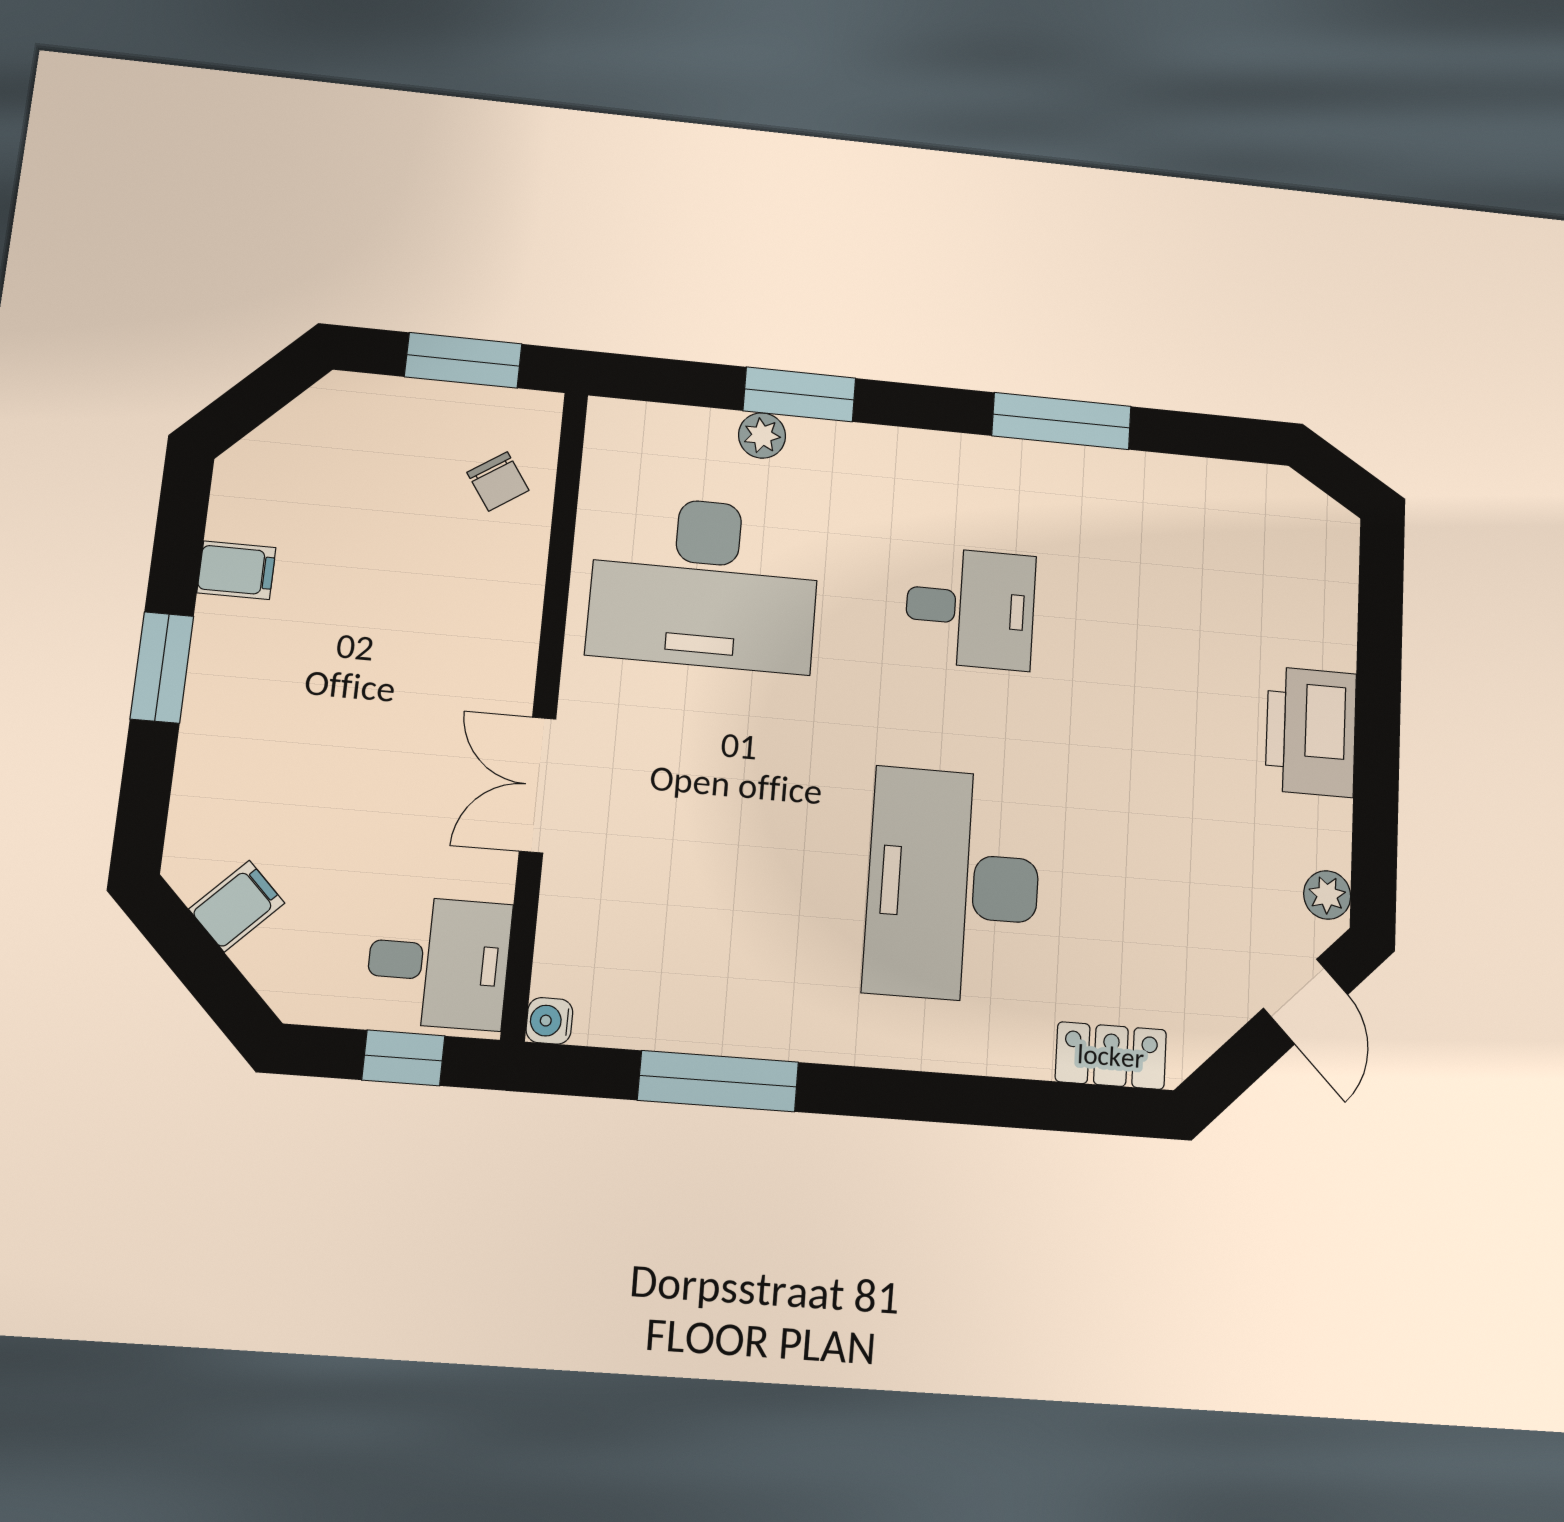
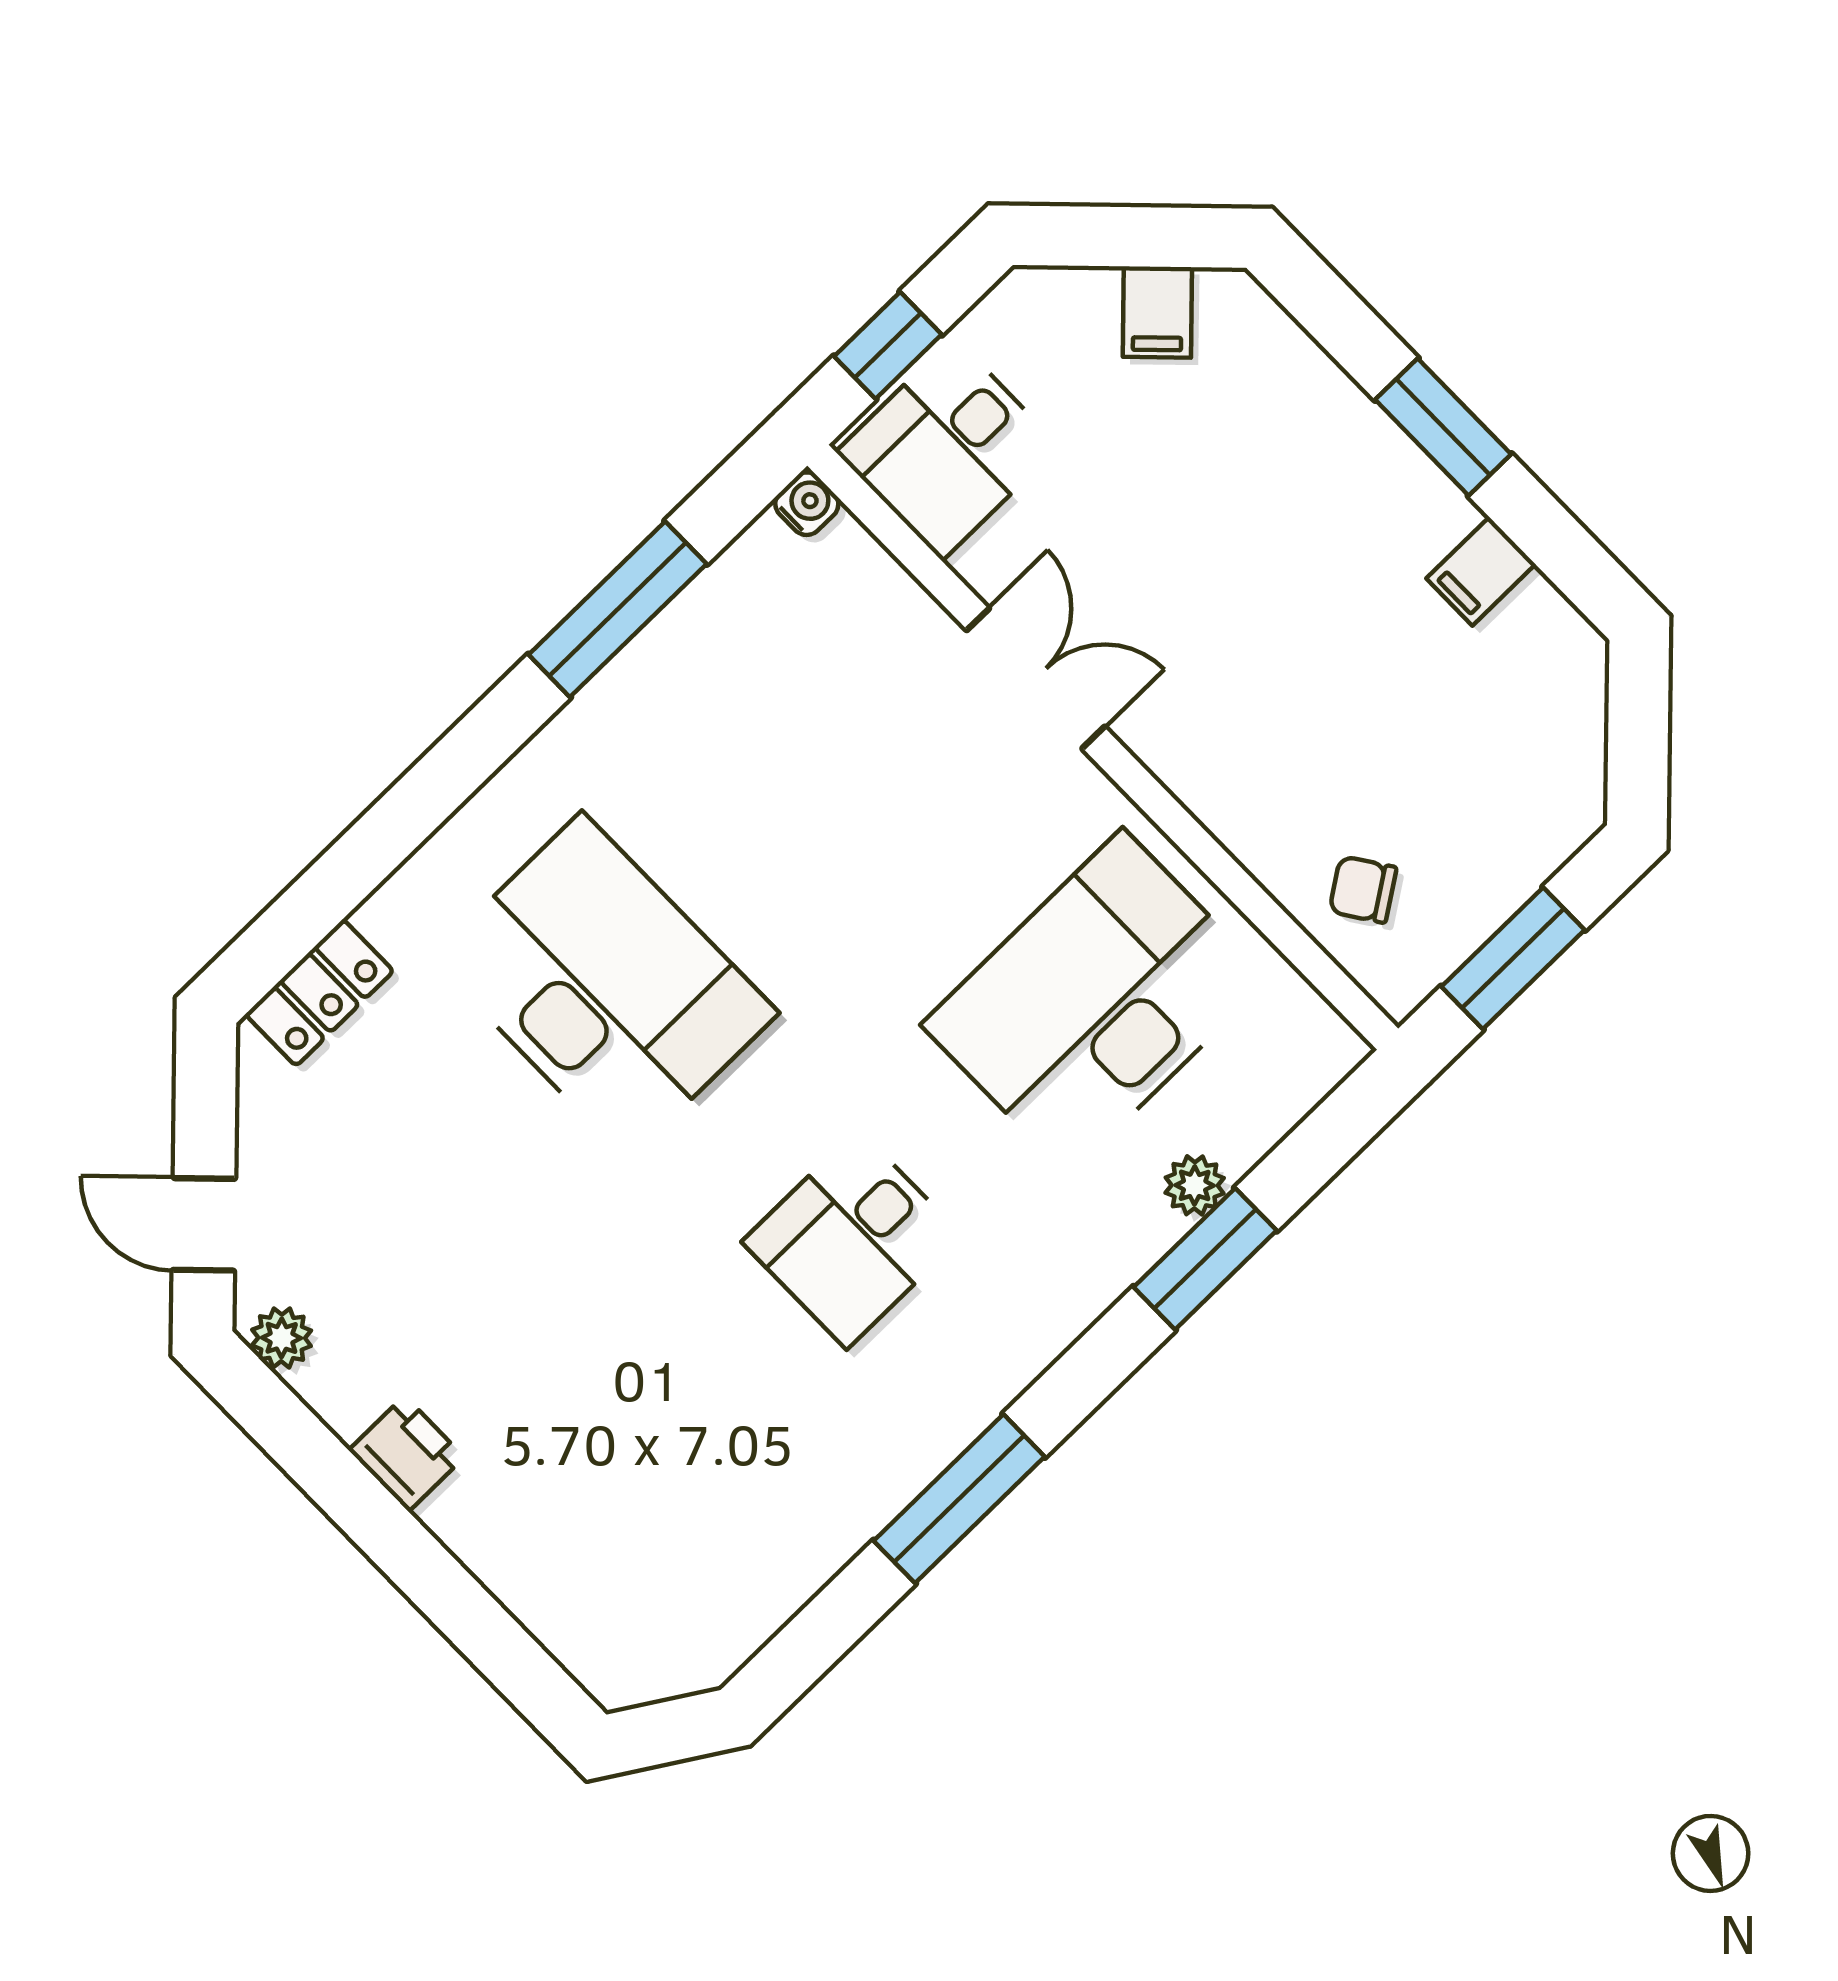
printer: (1311, 732) -> (406, 1454), width x0.53, depth x0.68

